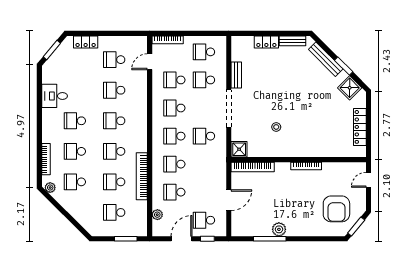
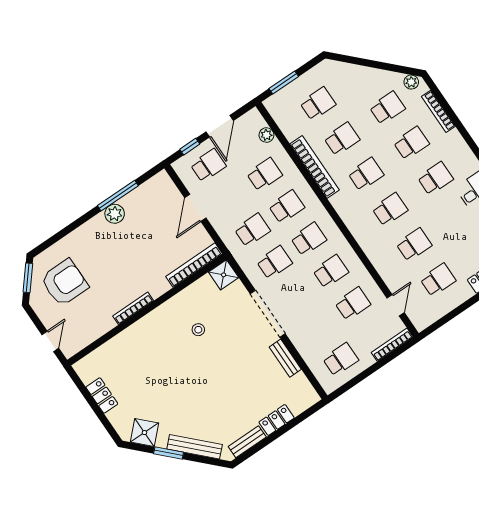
school desk: (204, 80) -> (252, 230), moved
locker: (360, 127) -> (102, 395), width x0.66
armchair: (336, 209) -> (64, 283), turned 90

